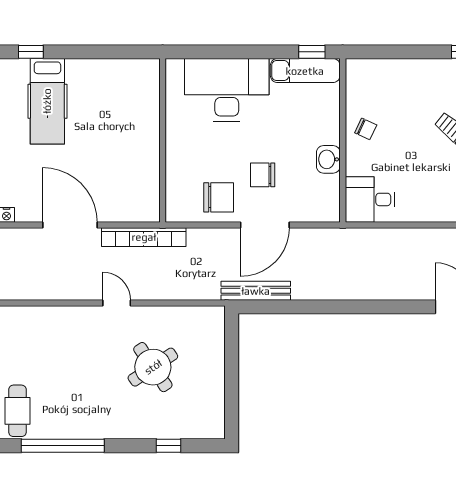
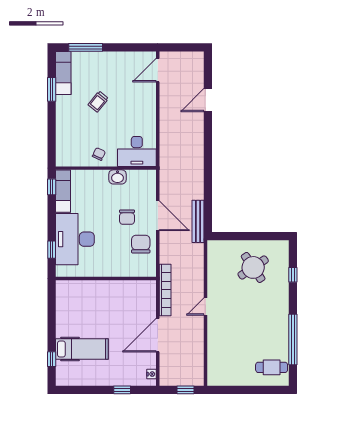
window: (210, 52) -> (52, 250), added
desk: (370, 199) -> (137, 151), width x1.37
round table: (153, 367) -> (253, 267), moved

